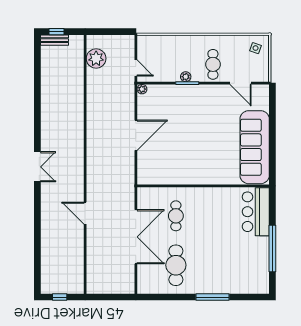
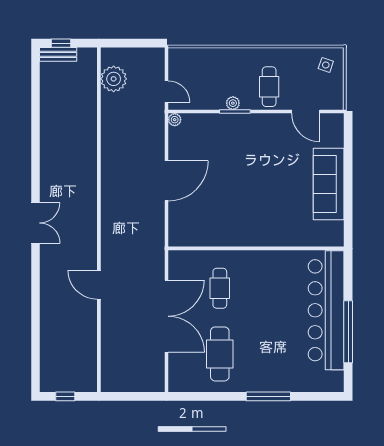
sofa: (255, 147) -> (329, 184), width x0.74, depth x0.79
bar counter: (256, 212) -> (326, 310), width x1.86

